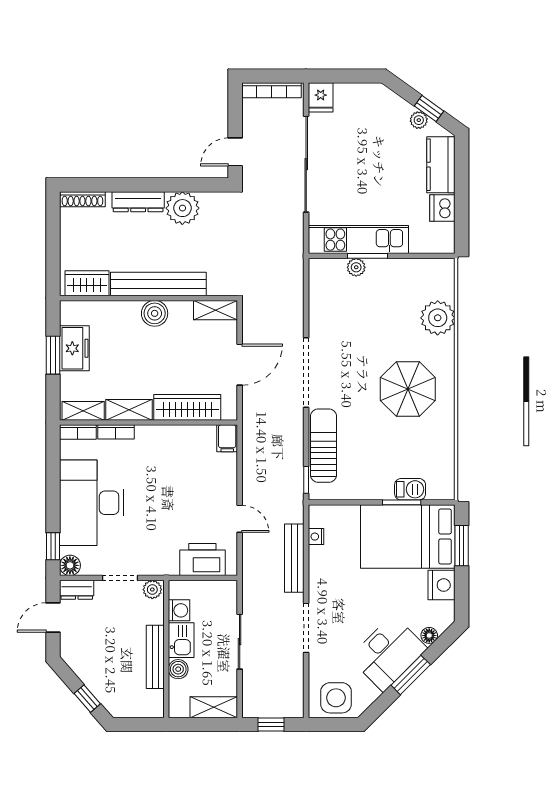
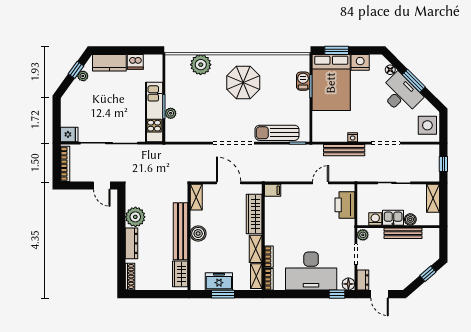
nightstand: (316, 537) -> (353, 137), moved

